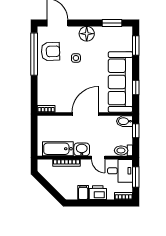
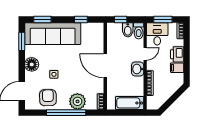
window: (34, 54) -> (66, 113), moved
sofa: (120, 82) -> (53, 34), moved
plant: (46, 84) -> (77, 101), added
bidet: (125, 121) -> (128, 30), moved
bathtub: (58, 149) -> (130, 103), moved, turned 90

